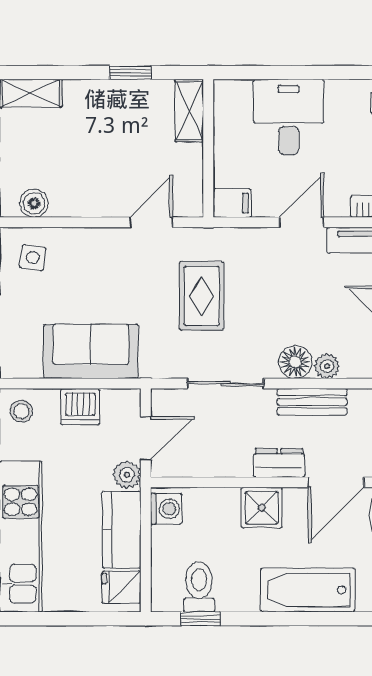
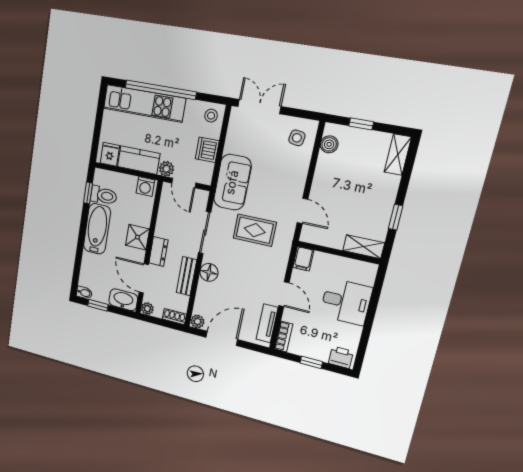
sofa: (91, 351) -> (232, 182), moved
plant: (327, 366) -> (204, 289), removed
bathtub: (308, 590) -> (97, 229), moved

